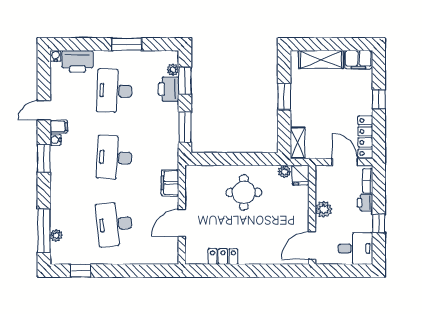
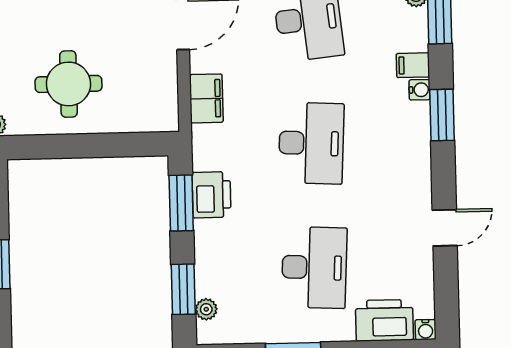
printer: (169, 89) -> (211, 195), moved
filing cabinet: (59, 127) -> (413, 65), moved
water cooler: (56, 140) -> (420, 90), moved
window: (44, 158) -> (442, 115), moved

